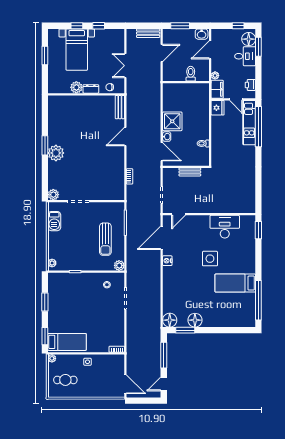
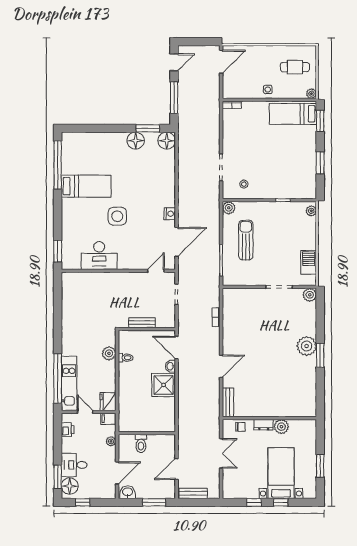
filing cabinet: (217, 89) -> (108, 419), width x0.50
plant: (217, 147) -> (109, 353), added
door: (125, 384) -> (221, 62), swing flipped

